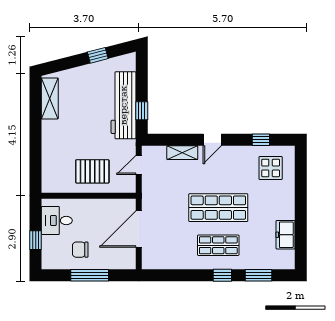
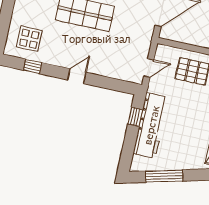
window: (98, 55) -> (164, 176), width x2.17
shelving: (182, 153) -> (107, 70), removed

